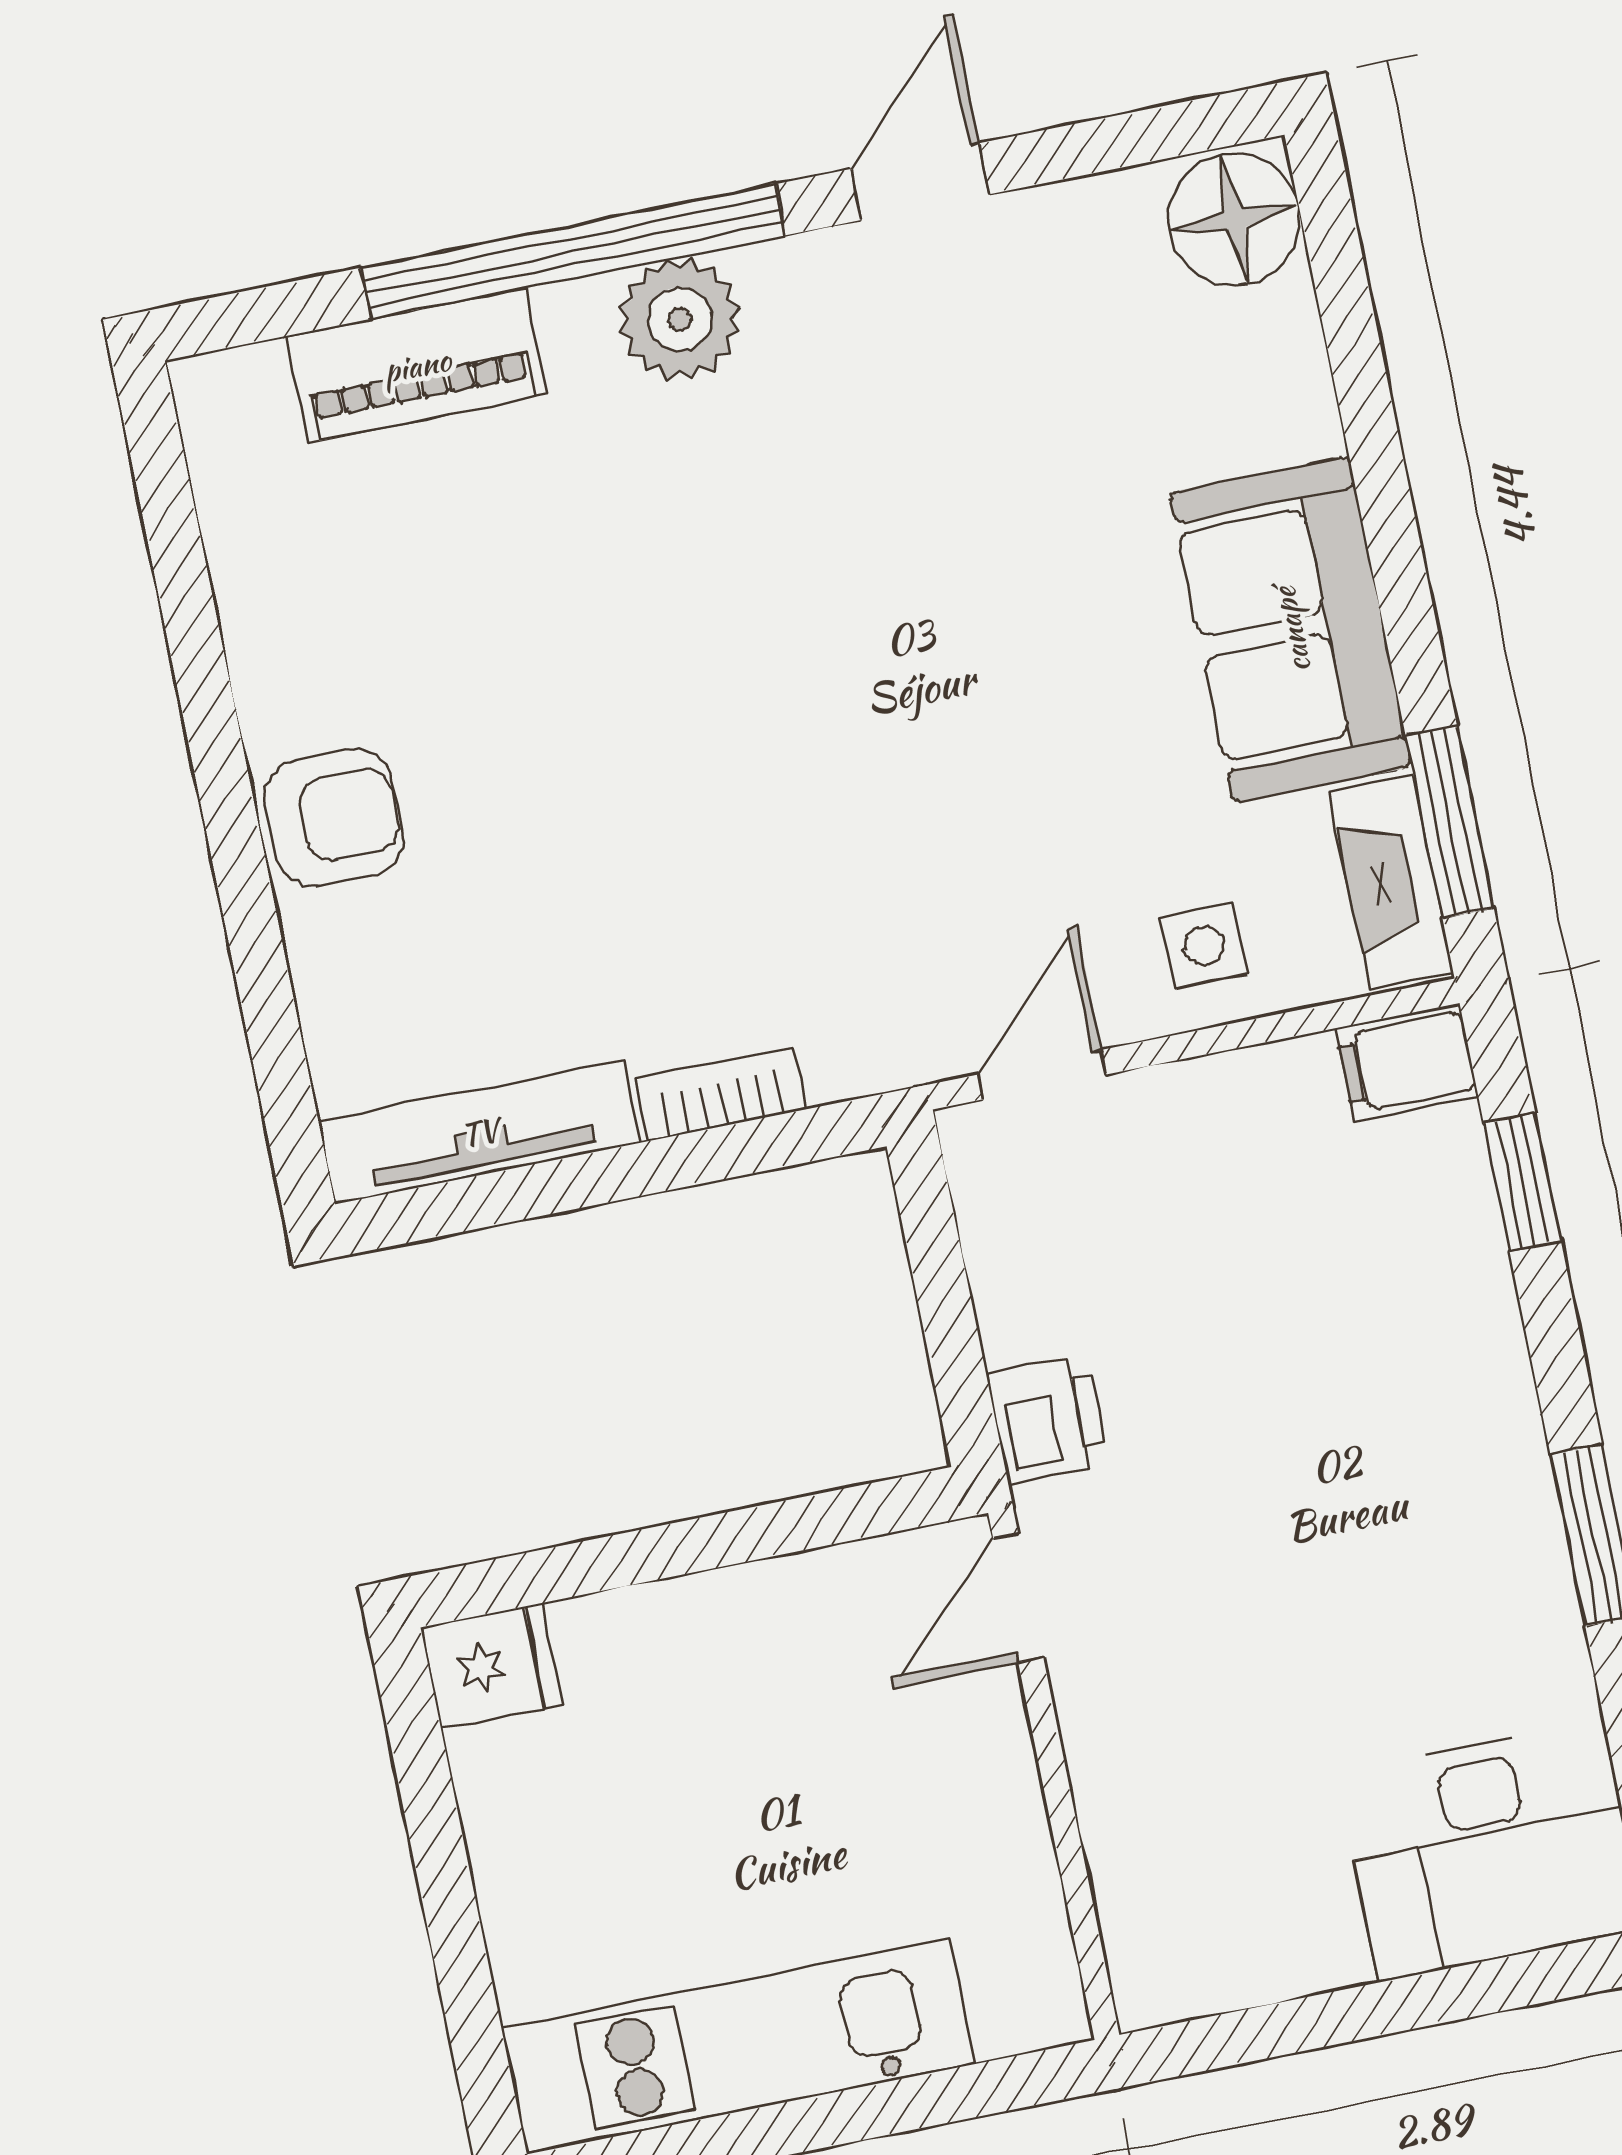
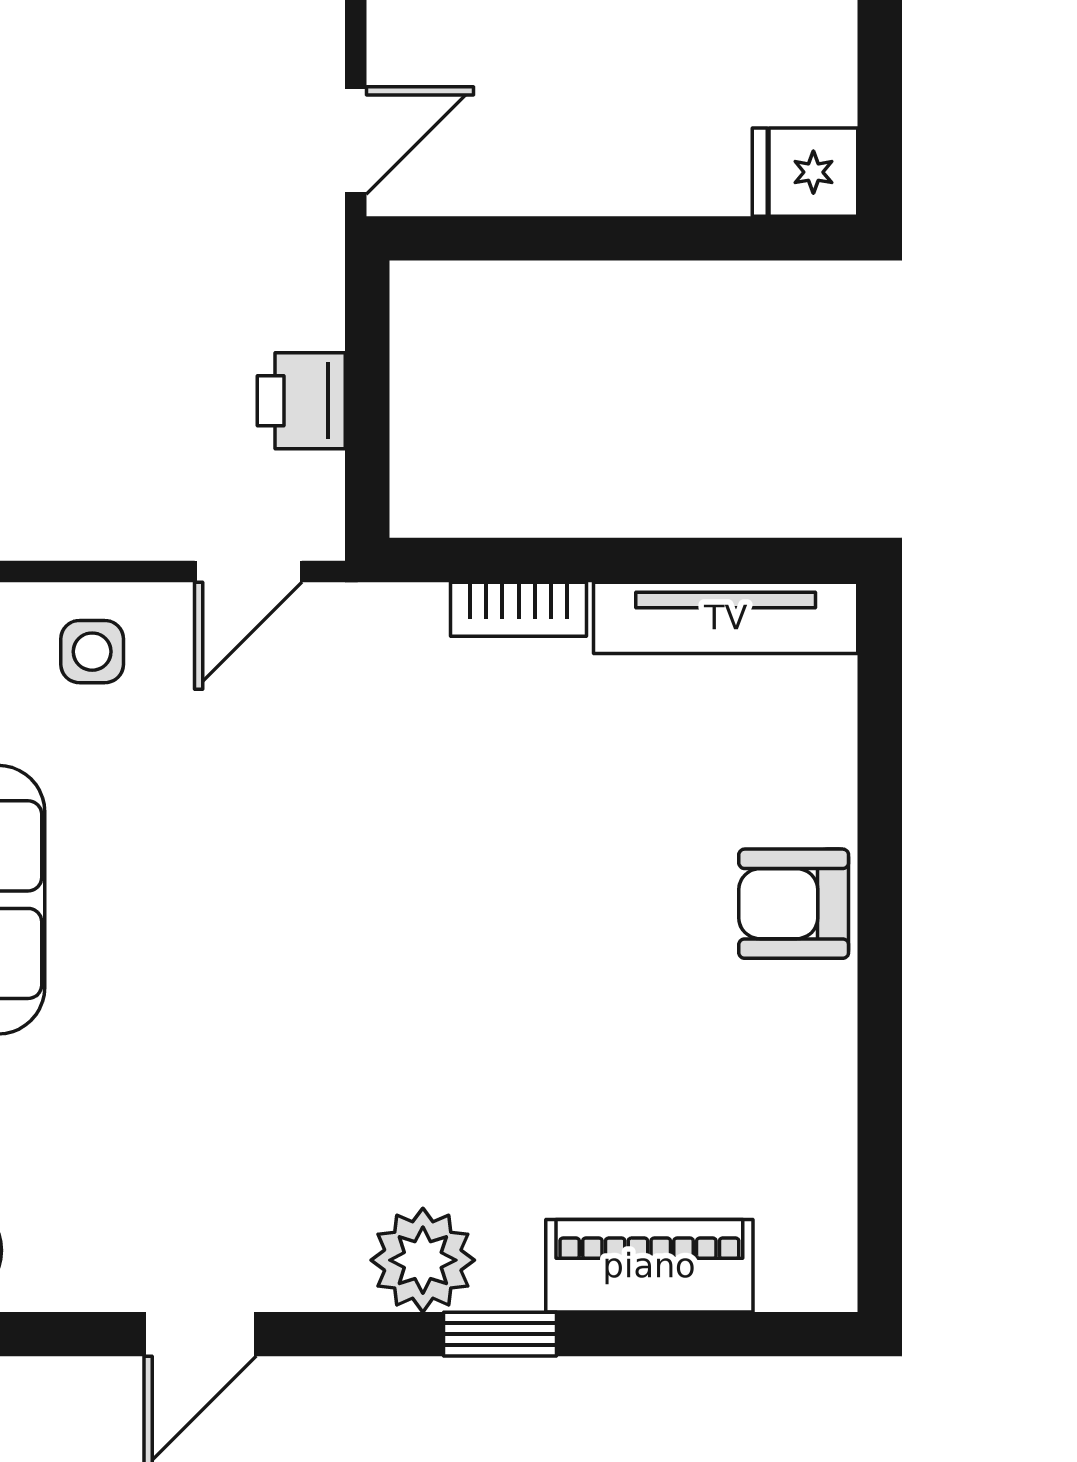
window: (573, 252) -> (500, 1334), width x0.32
printer: (1048, 1419) -> (301, 401), moved

